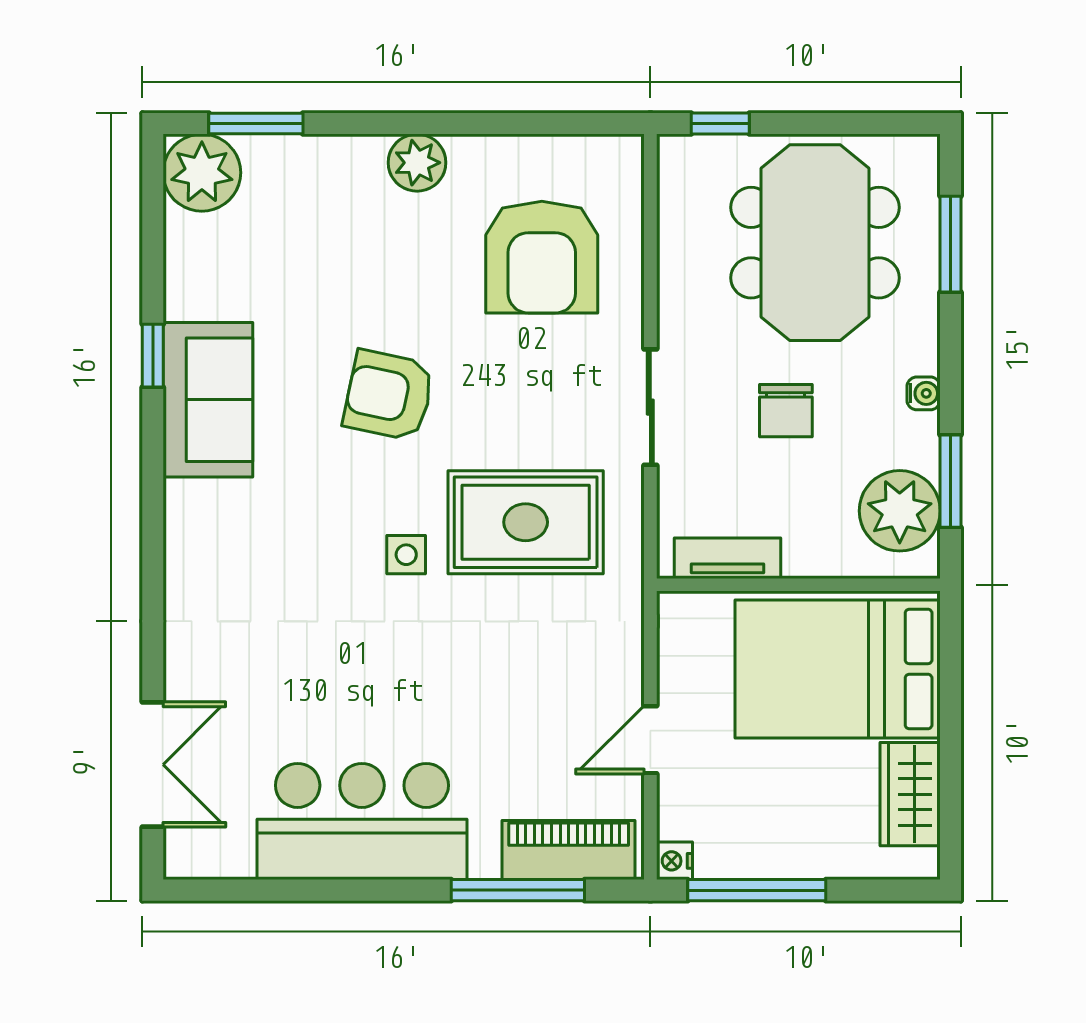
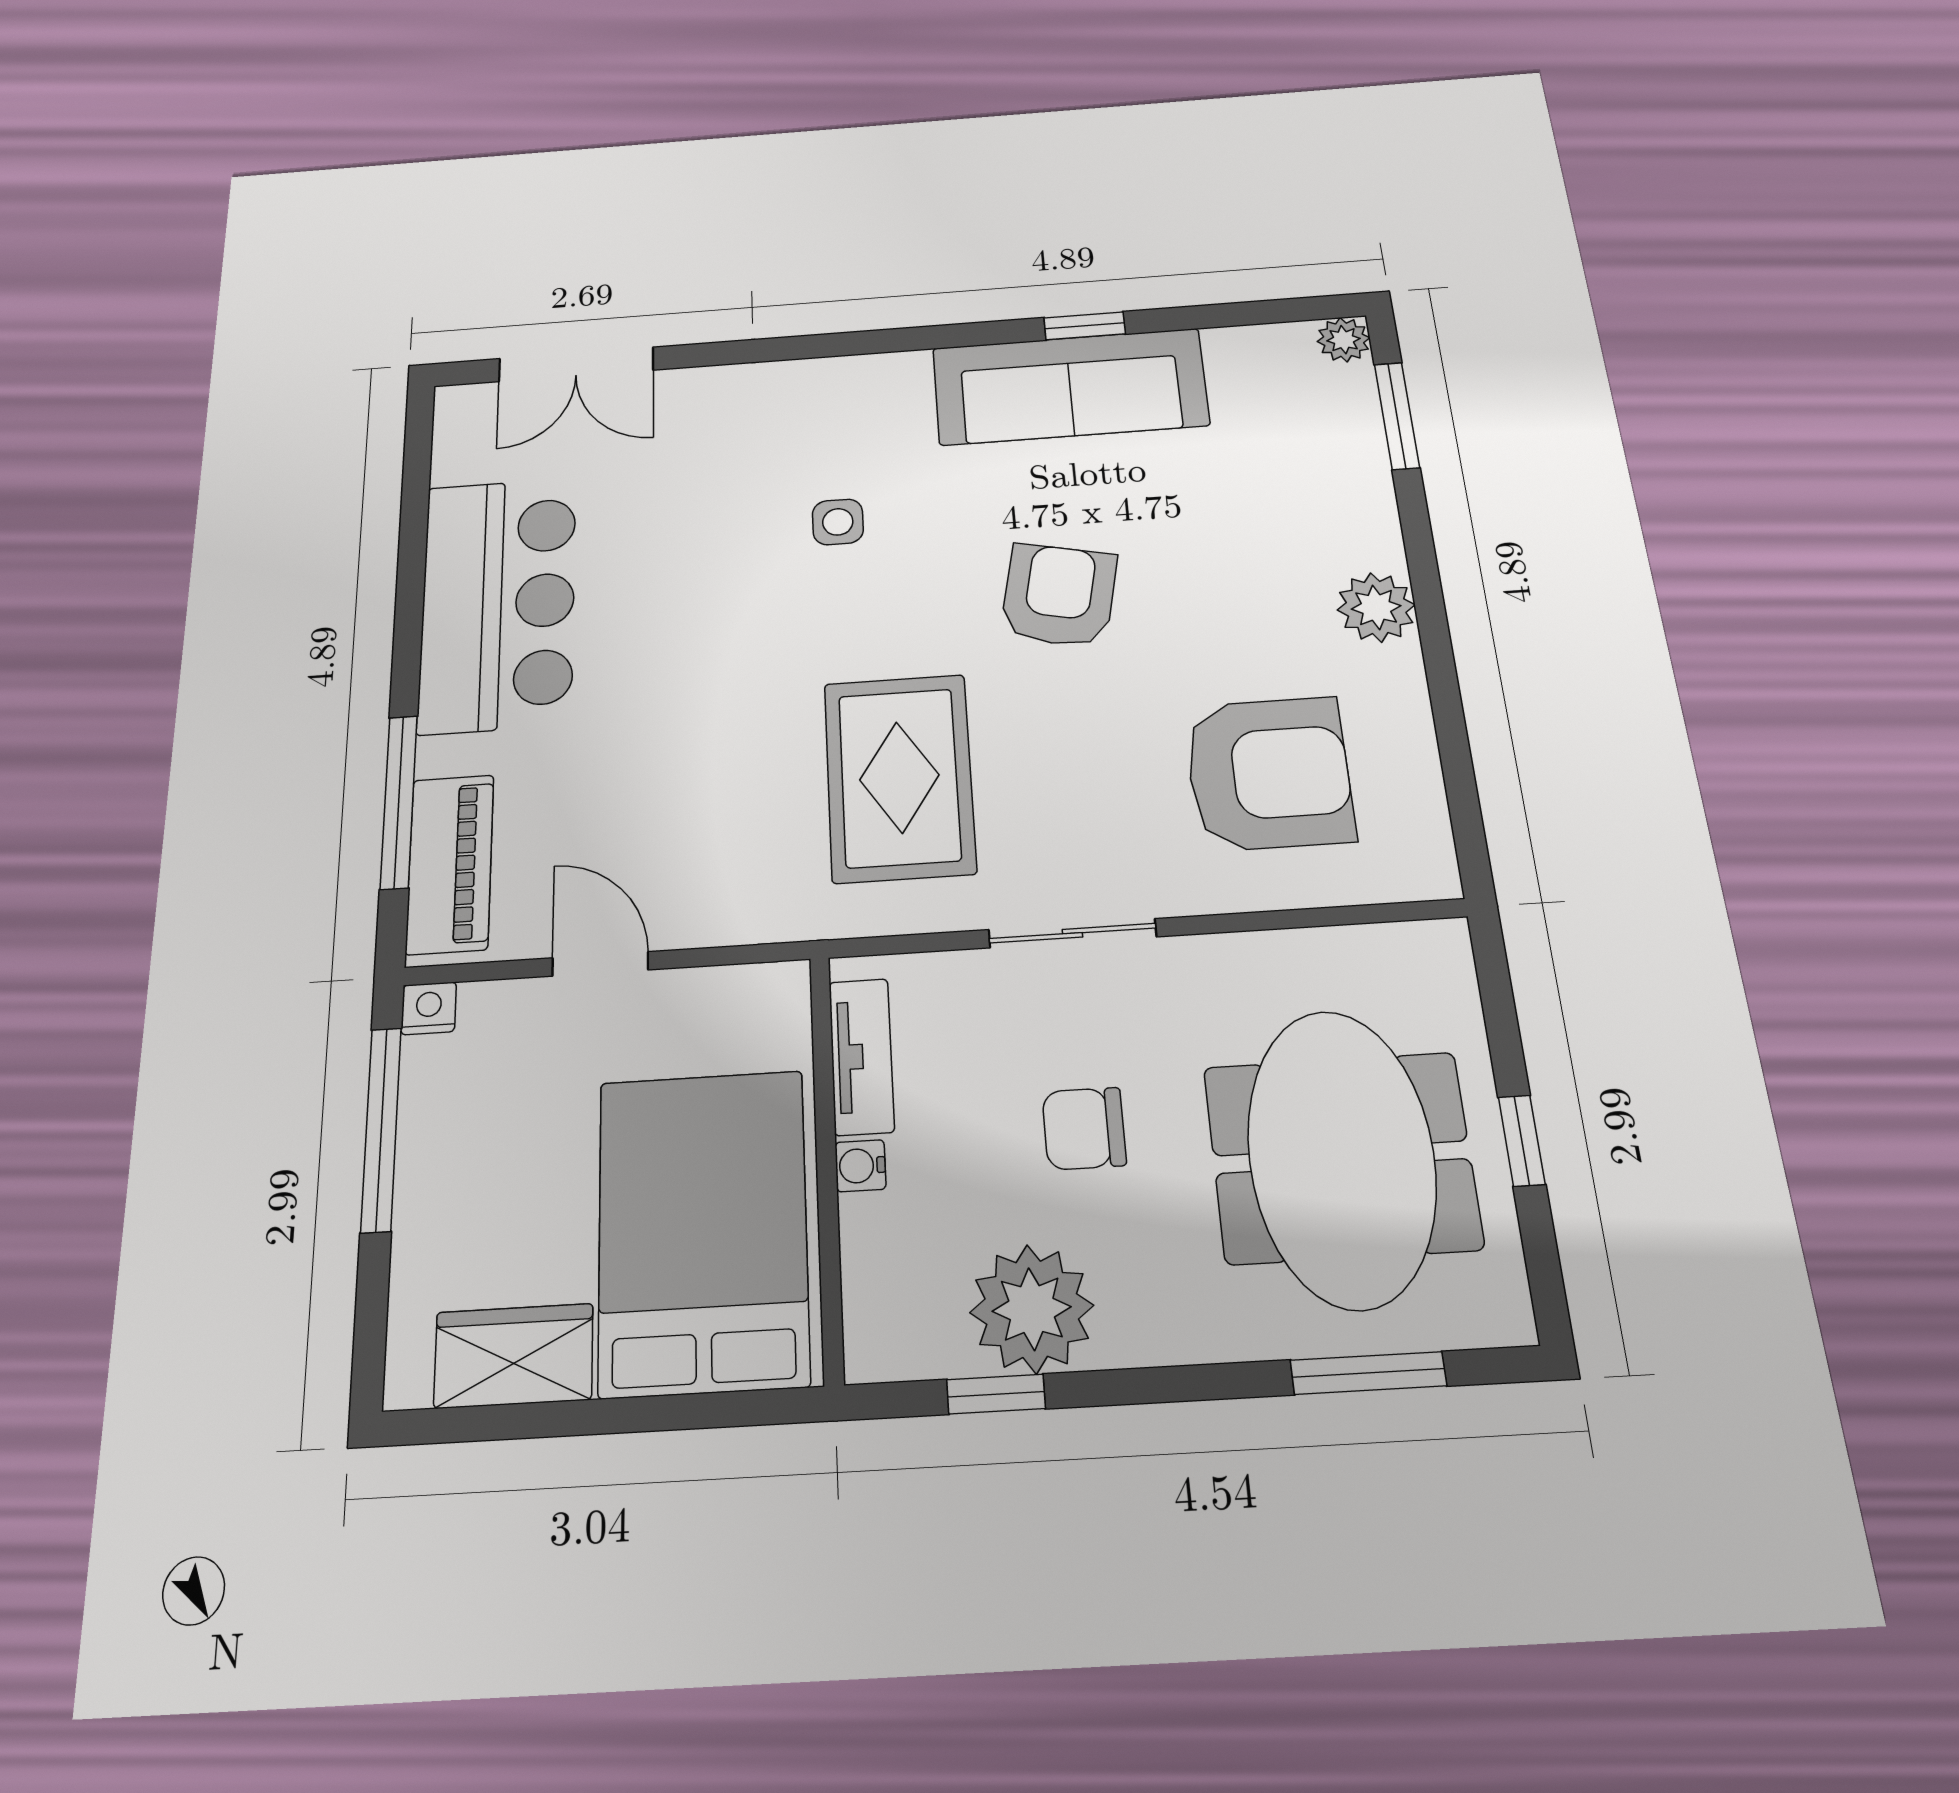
window: (720, 124) -> (1522, 1141), moved
plant: (202, 173) -> (1344, 340), width x0.53, depth x0.53
meeting table: (815, 243) -> (1341, 1157), turned 90
armchair: (542, 257) -> (1269, 773), turned 180
water cooler: (924, 393) -> (860, 1166), moved, turned 90
sofa: (208, 400) -> (1070, 387), width x1.36
window: (951, 481) -> (996, 1394), width x0.67
plant: (900, 511) -> (1032, 1309), moved
side table: (406, 555) -> (838, 522), moved

